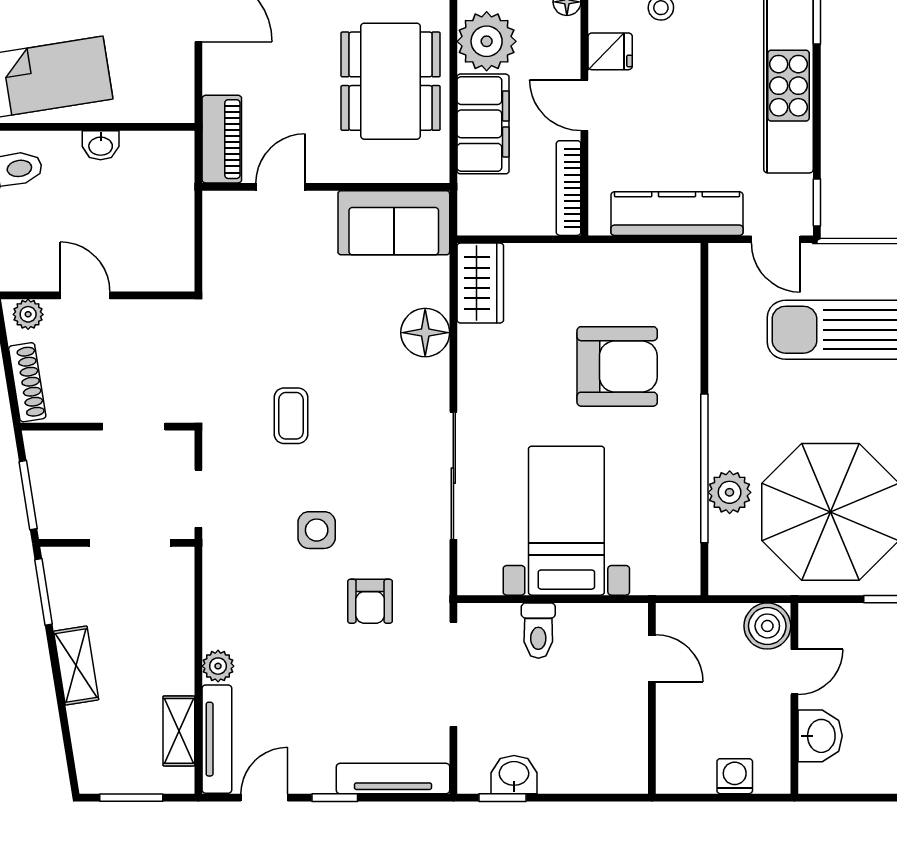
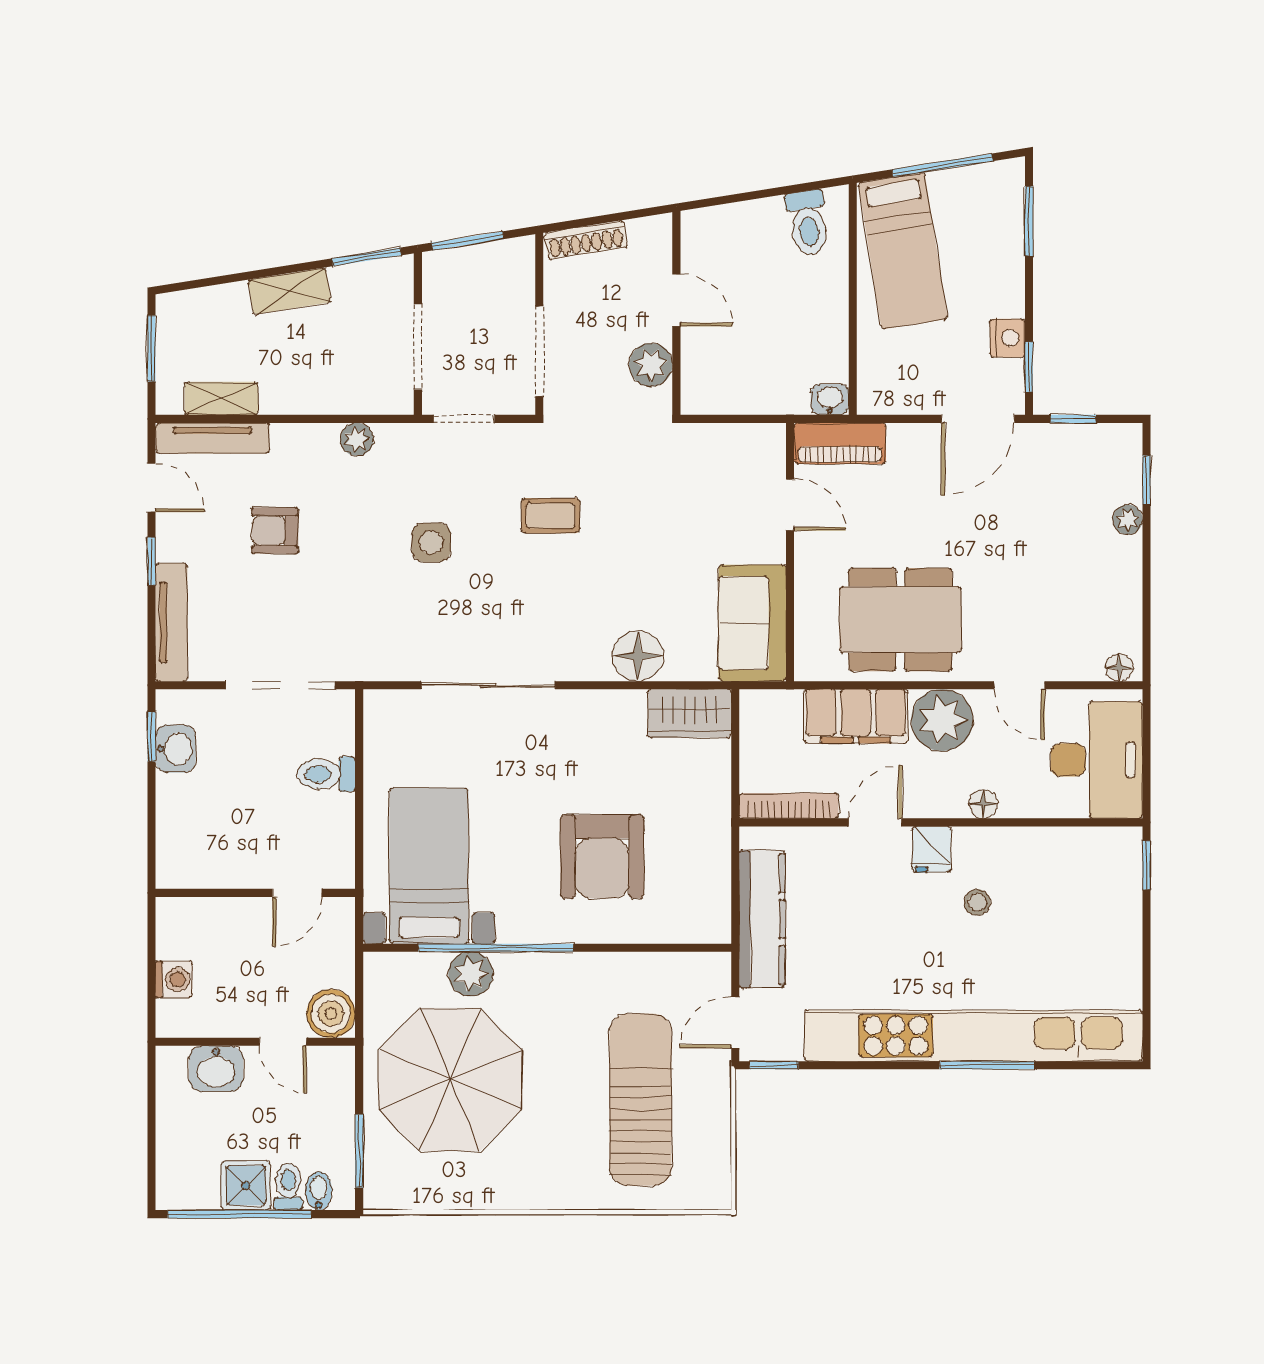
washbasin: (101, 145) -> (830, 400), moved, turned 90
door: (85, 295) -> (676, 300), hinge flipped
plant: (28, 314) -> (651, 365), moved, width x1.38, depth x1.38
doorway: (134, 427) -> (539, 351), width x1.38
bed with nightstands: (566, 521) -> (429, 866), moved, turned -90
armchair: (370, 601) -> (275, 531), moved
plant: (218, 666) -> (357, 439), moved

